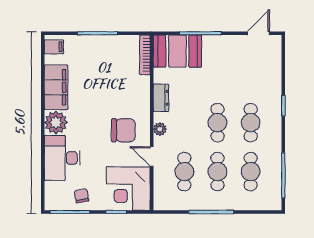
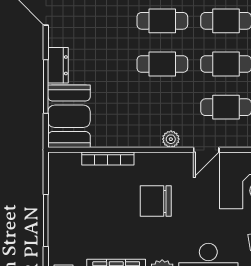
bookcase: (145, 55) -> (108, 159), moved
dresser: (161, 98) -> (58, 65), moved, turned 90
chair: (123, 130) -> (156, 201), moved, turned -90

